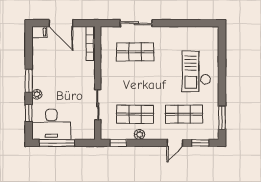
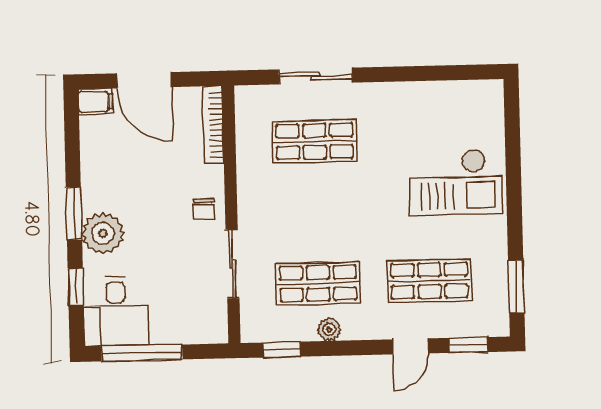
checkout: (196, 71) -> (456, 182), turned -90
chair: (86, 81) -> (204, 209), added
plant: (37, 94) -> (103, 233), width x1.88, depth x1.88
desk: (51, 124) -> (116, 311), width x0.73

